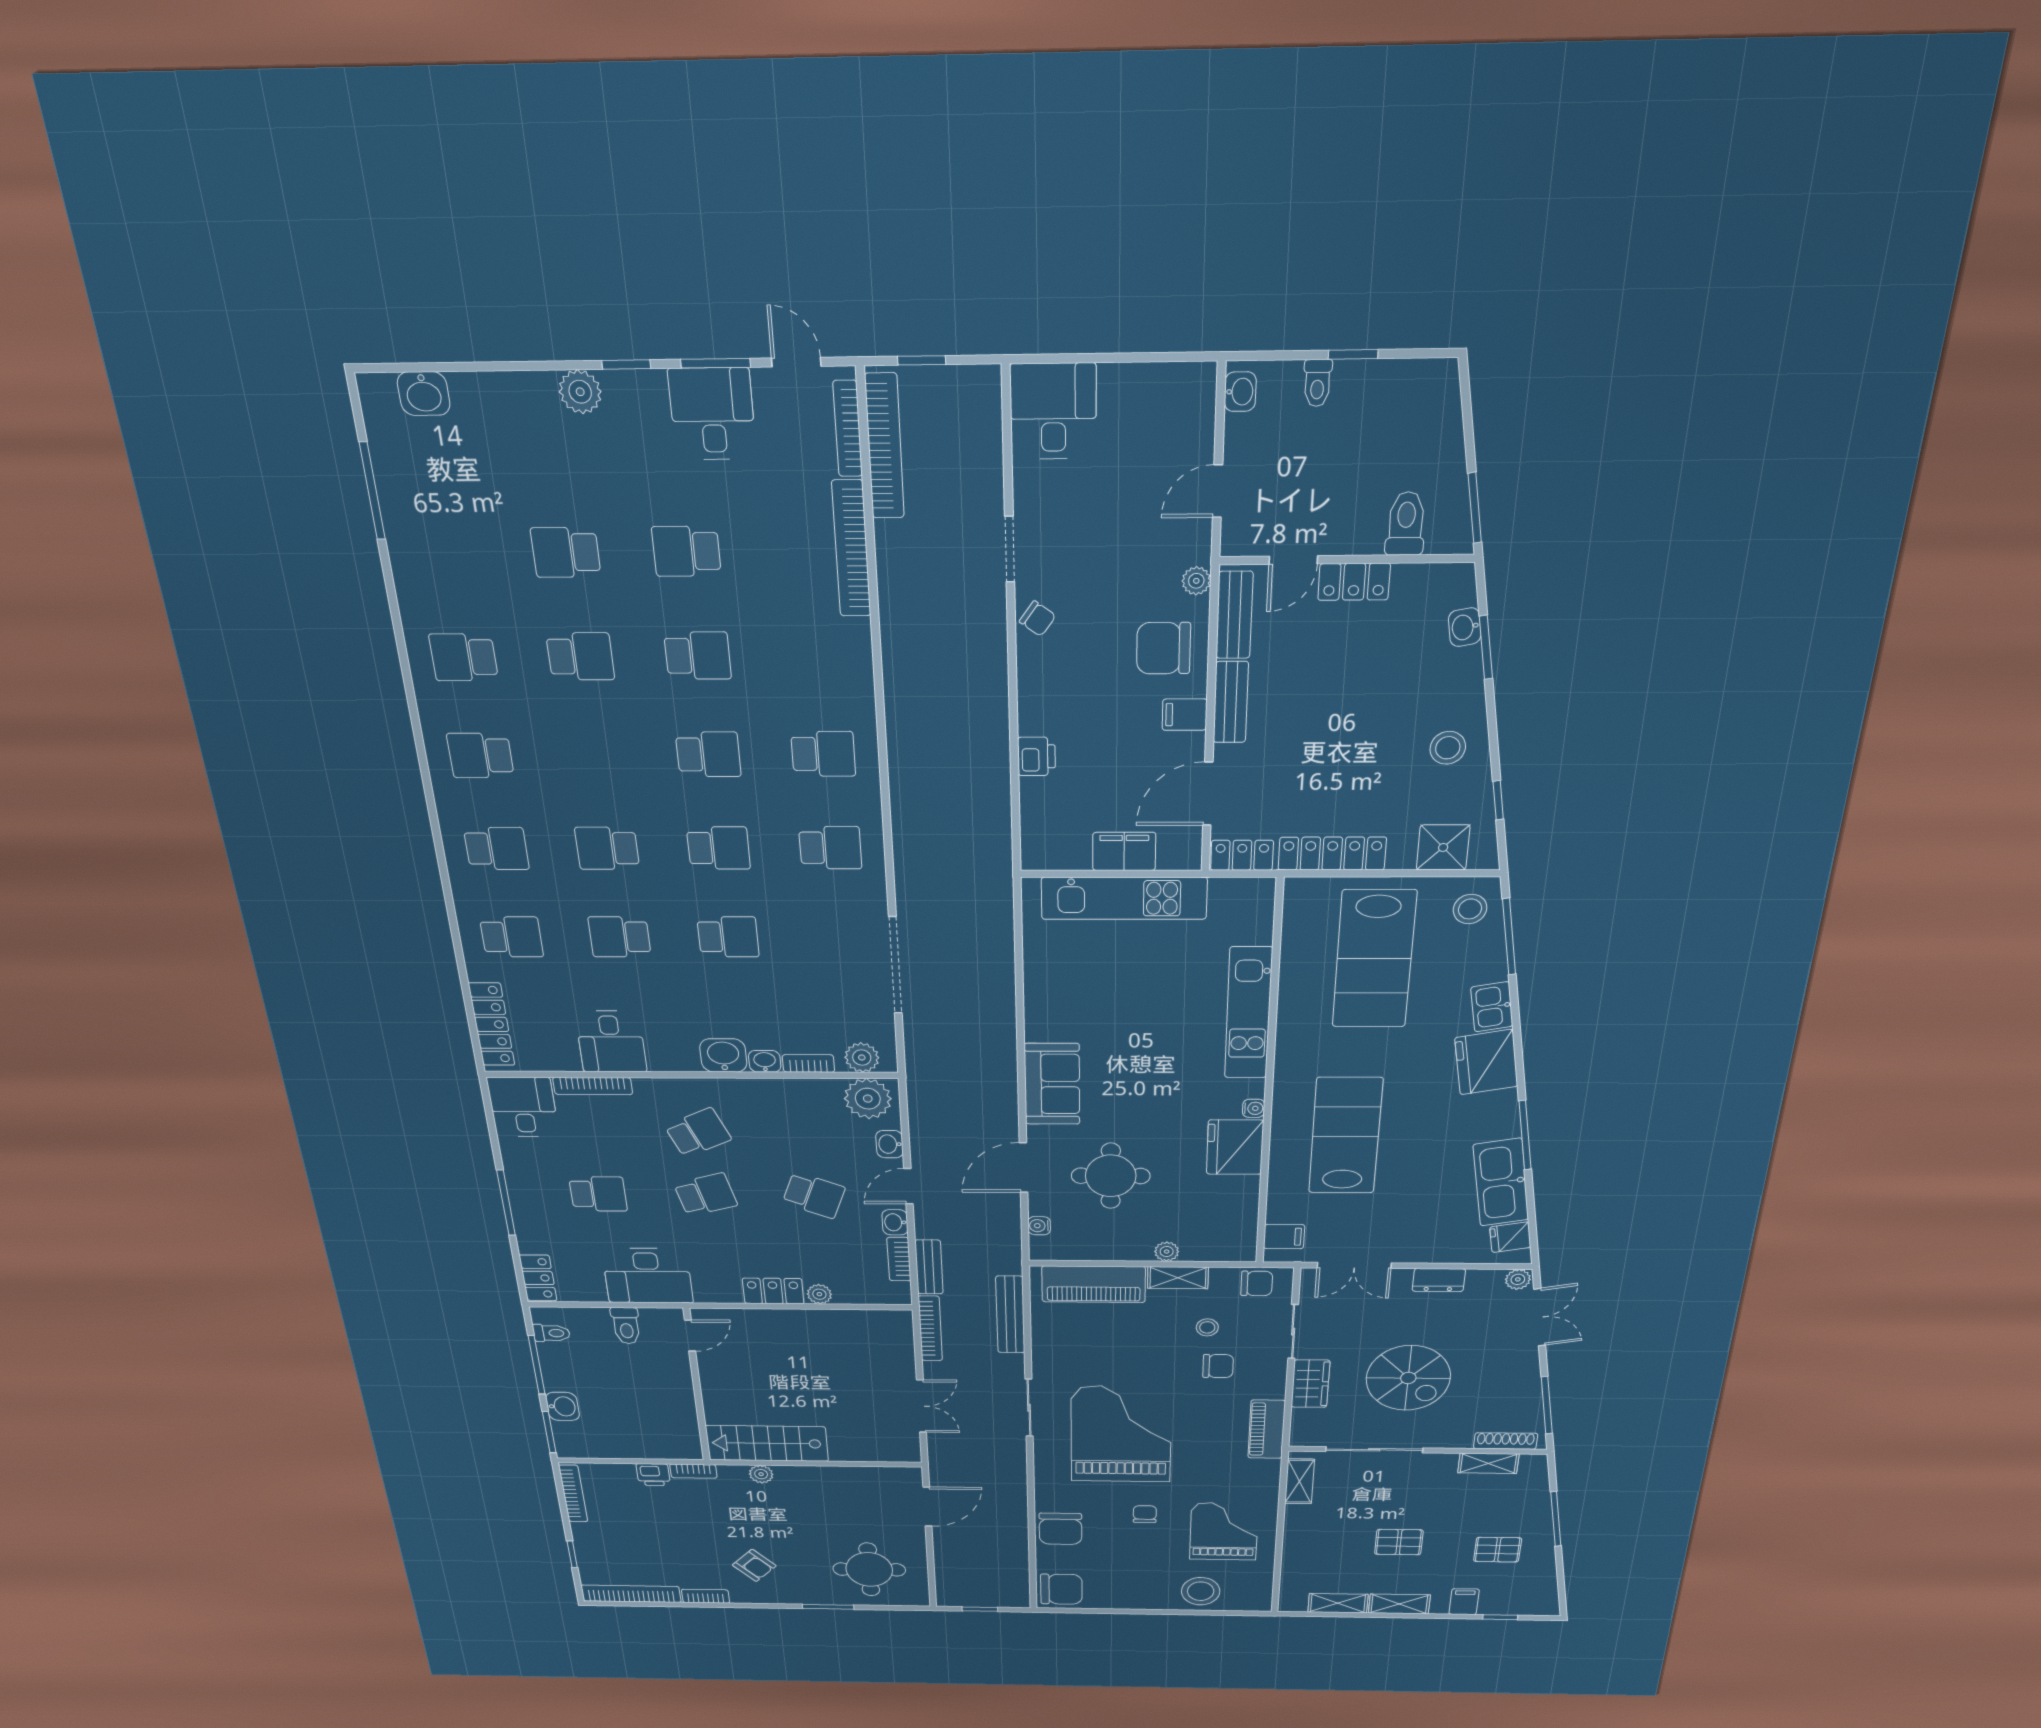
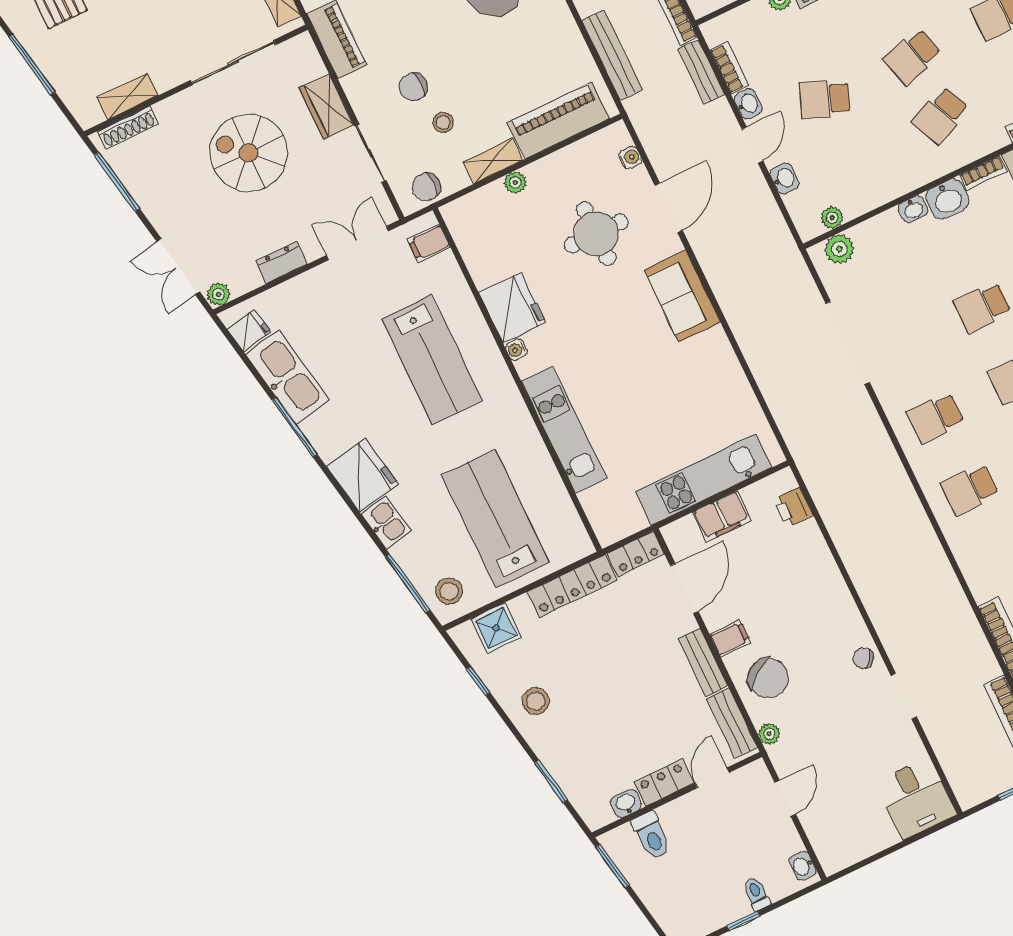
washbasin: (1465, 627) -> (626, 804), moved, turned -80
chair: (1164, 648) -> (768, 678), turned 55
printer: (1037, 756) -> (794, 507), moved
bookcase: (808, 1063) -> (983, 173), moved
plant: (868, 1099) -> (832, 218), width x0.53, depth x0.53

